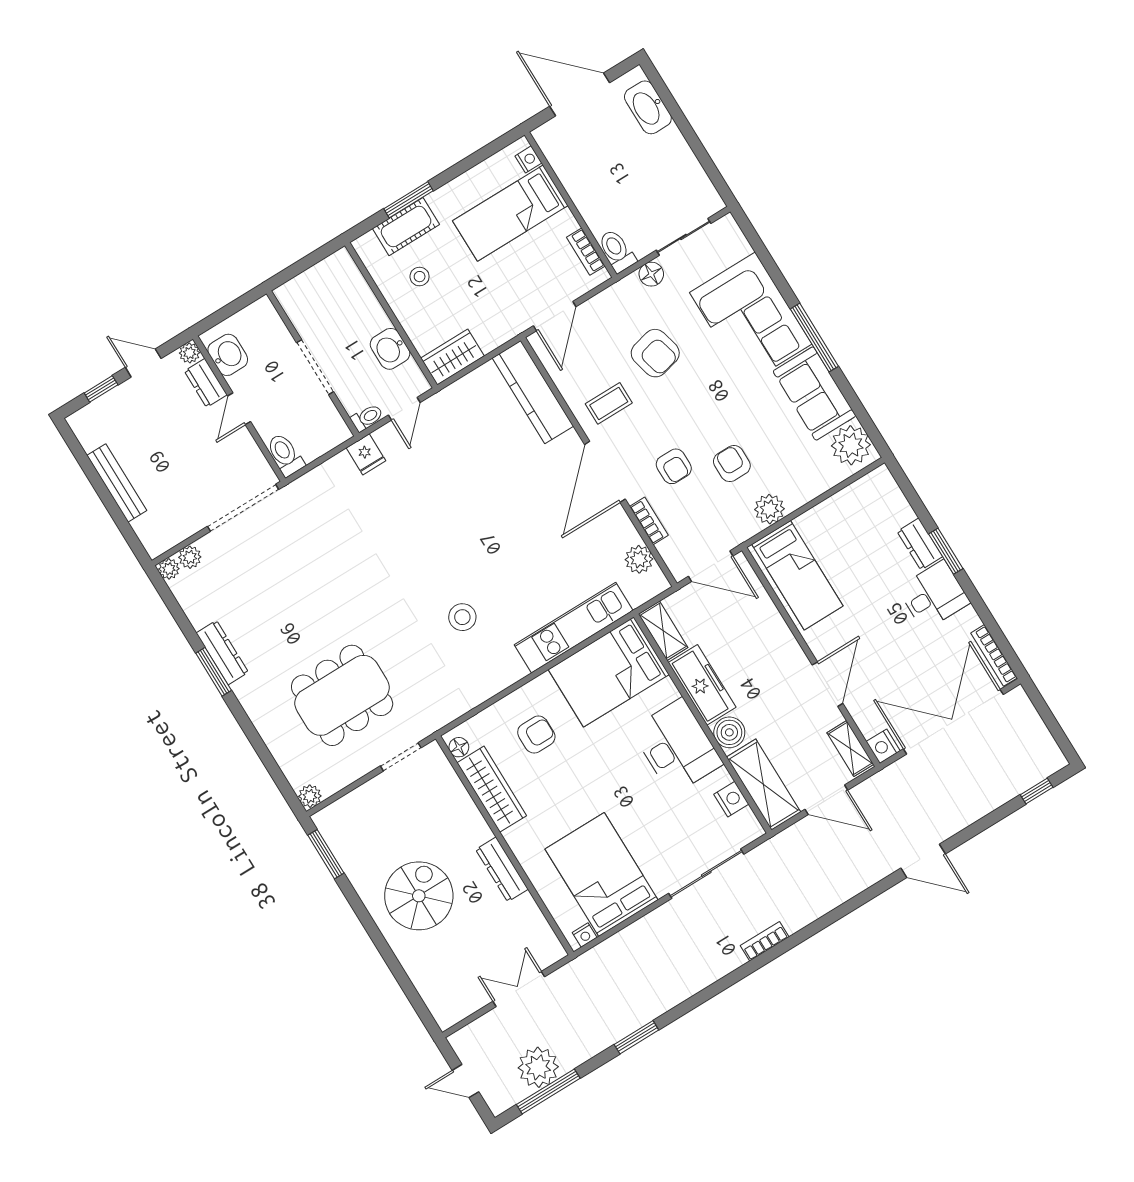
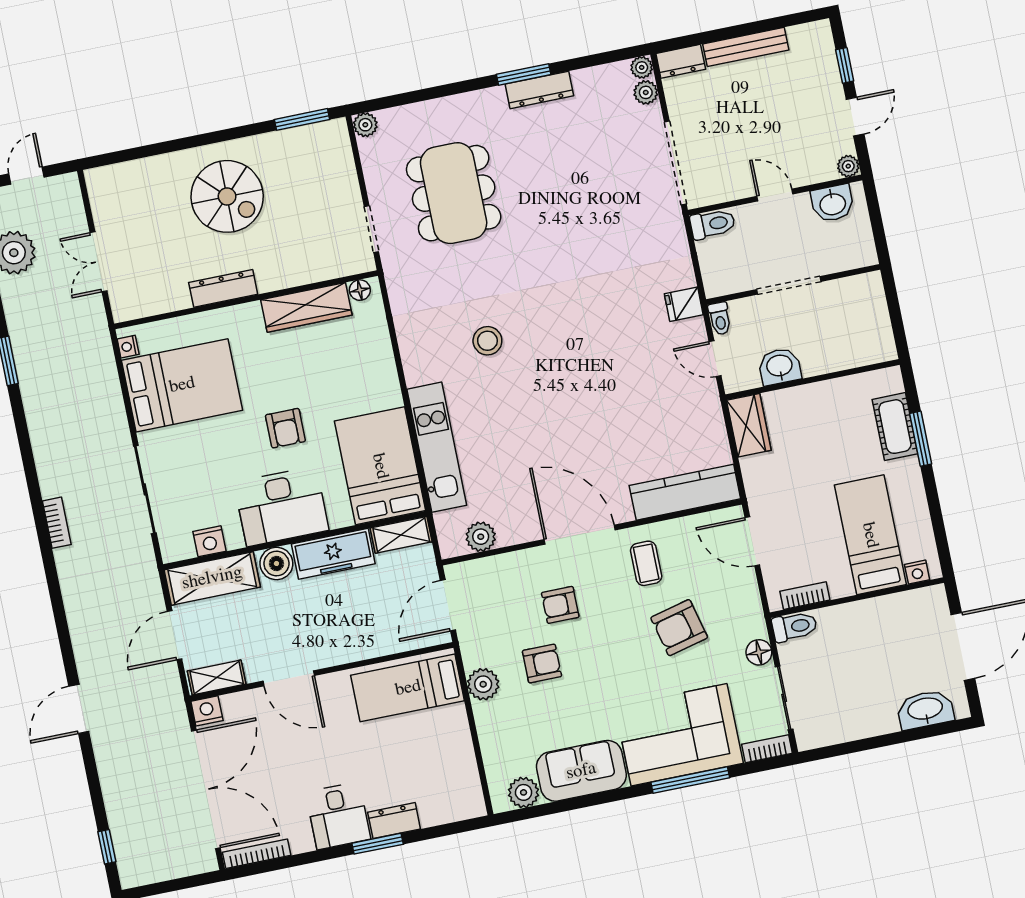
stool: (420, 277) -> (841, 422), removed
window: (814, 338) -> (690, 780), moved
dresser: (206, 383) -> (681, 61), moved, turned 180
plant: (851, 445) -> (524, 792), width x0.73, depth x0.73
bookcase: (649, 521) -> (767, 749), moved, turned 180
armchair: (536, 735) -> (285, 428), moved
double door: (519, 989) -> (98, 262), swing flipped

